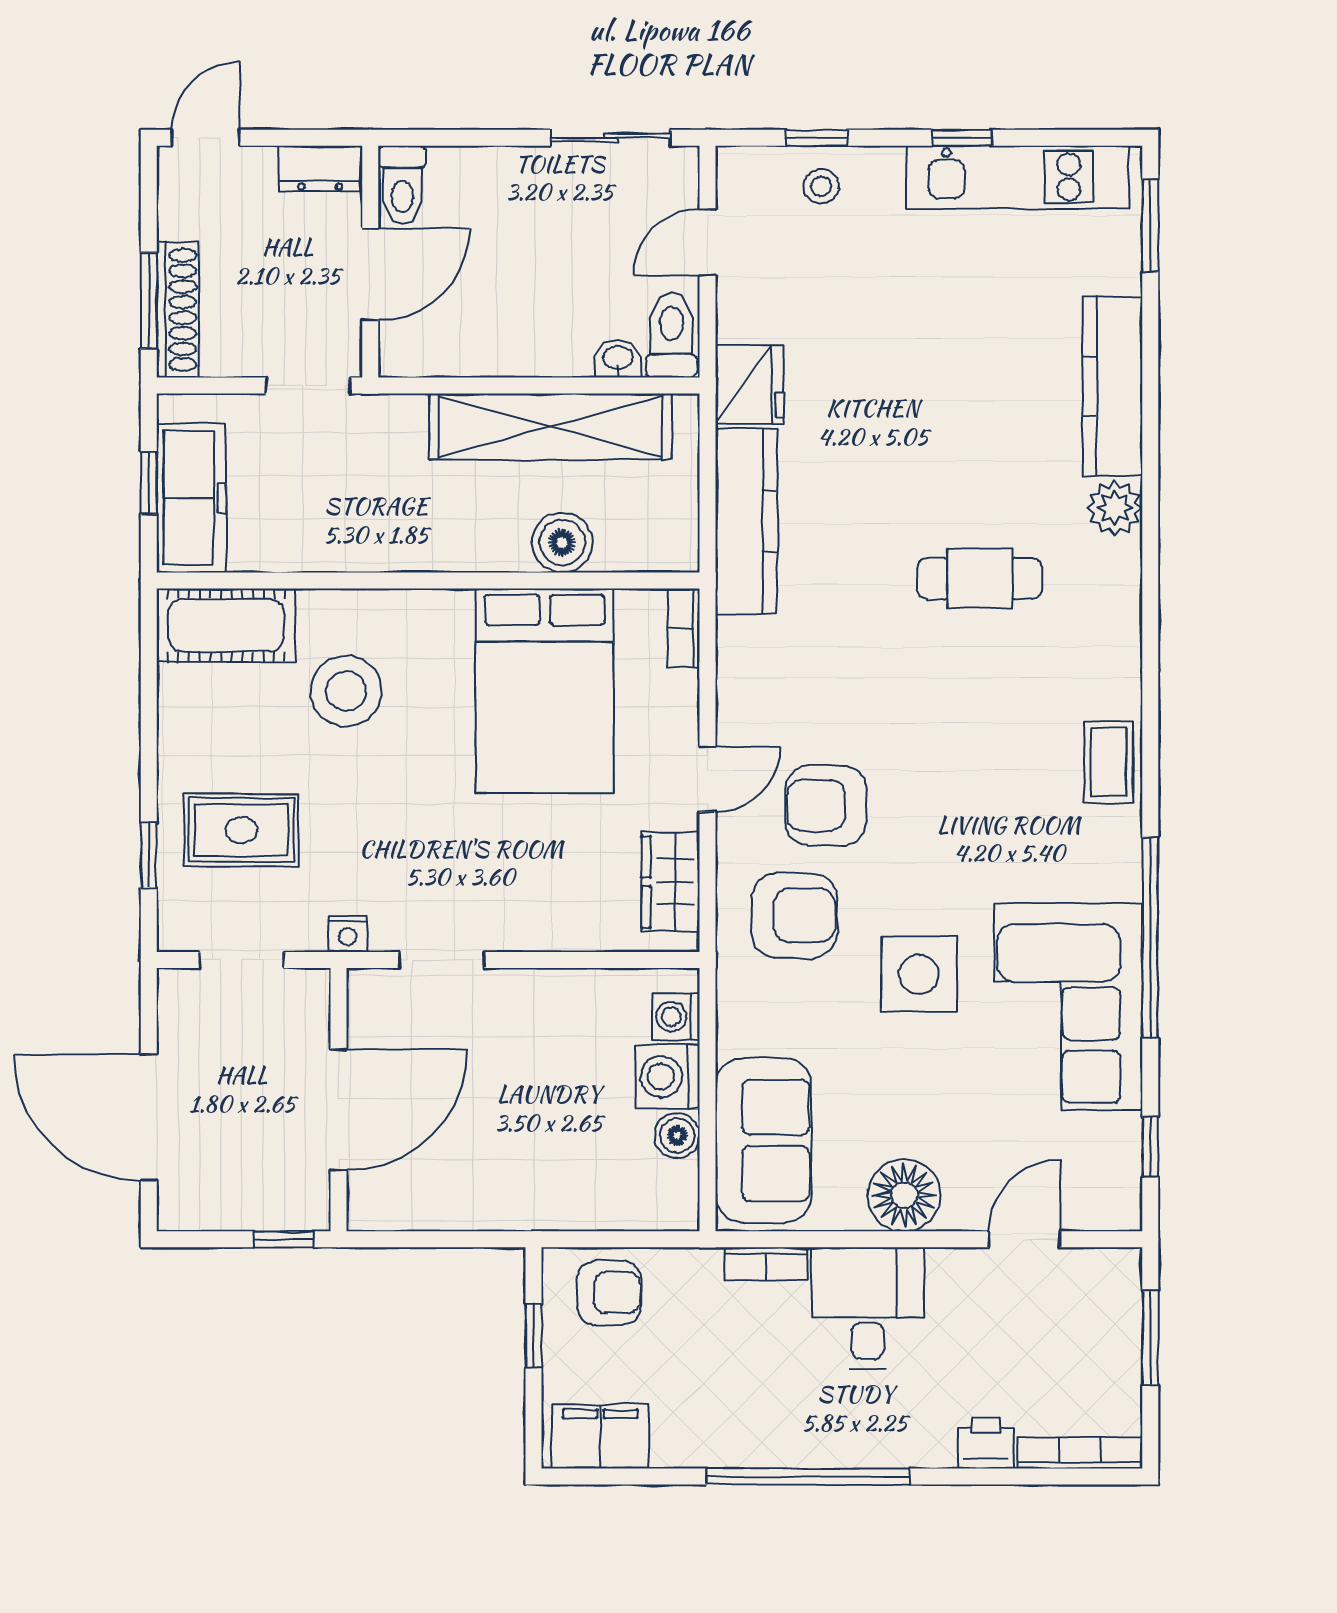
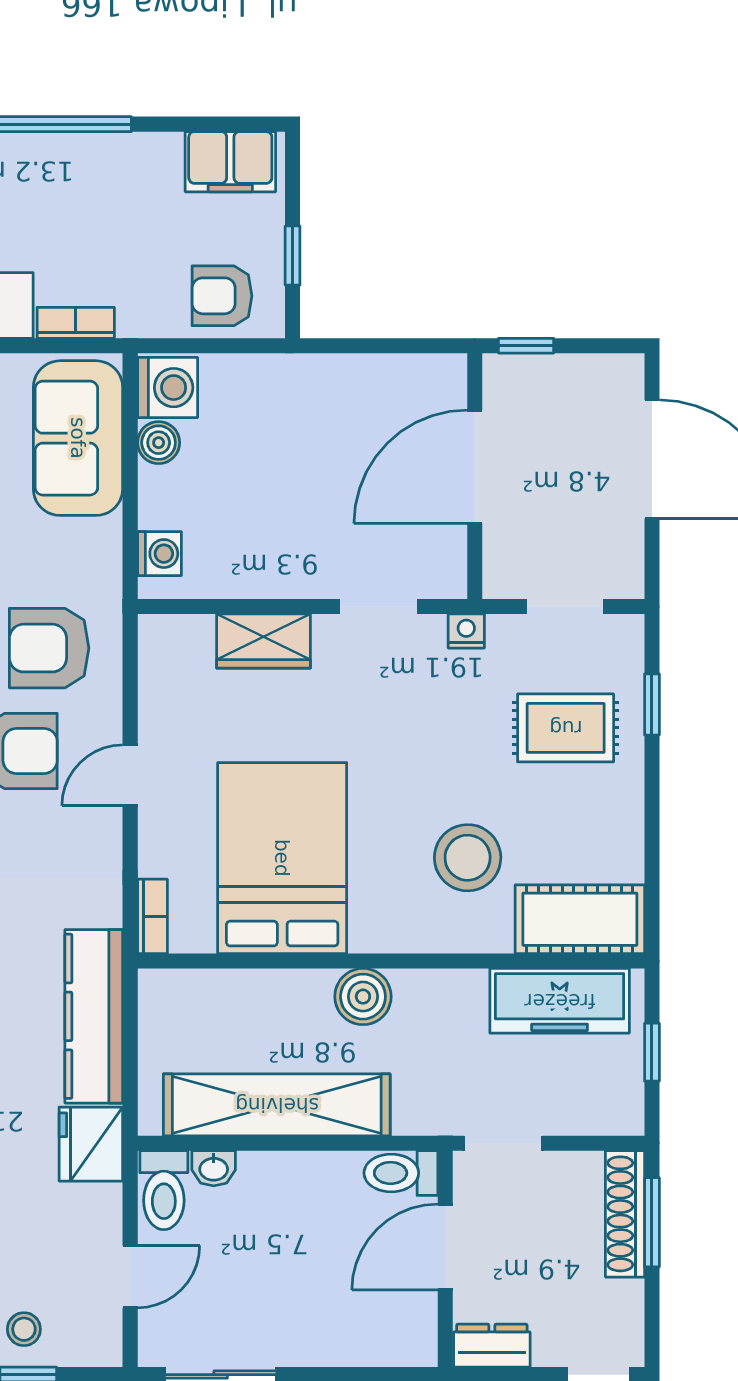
toilet: (402, 185) -> (401, 1173), moved, turned -90
freezer: (191, 498) -> (560, 1001), moved, turned -90
boiler: (562, 542) -> (363, 997), moved
wardrobe: (671, 882) -> (264, 641), moved, turned 90
washing machine: (667, 1077) -> (168, 388), moved

